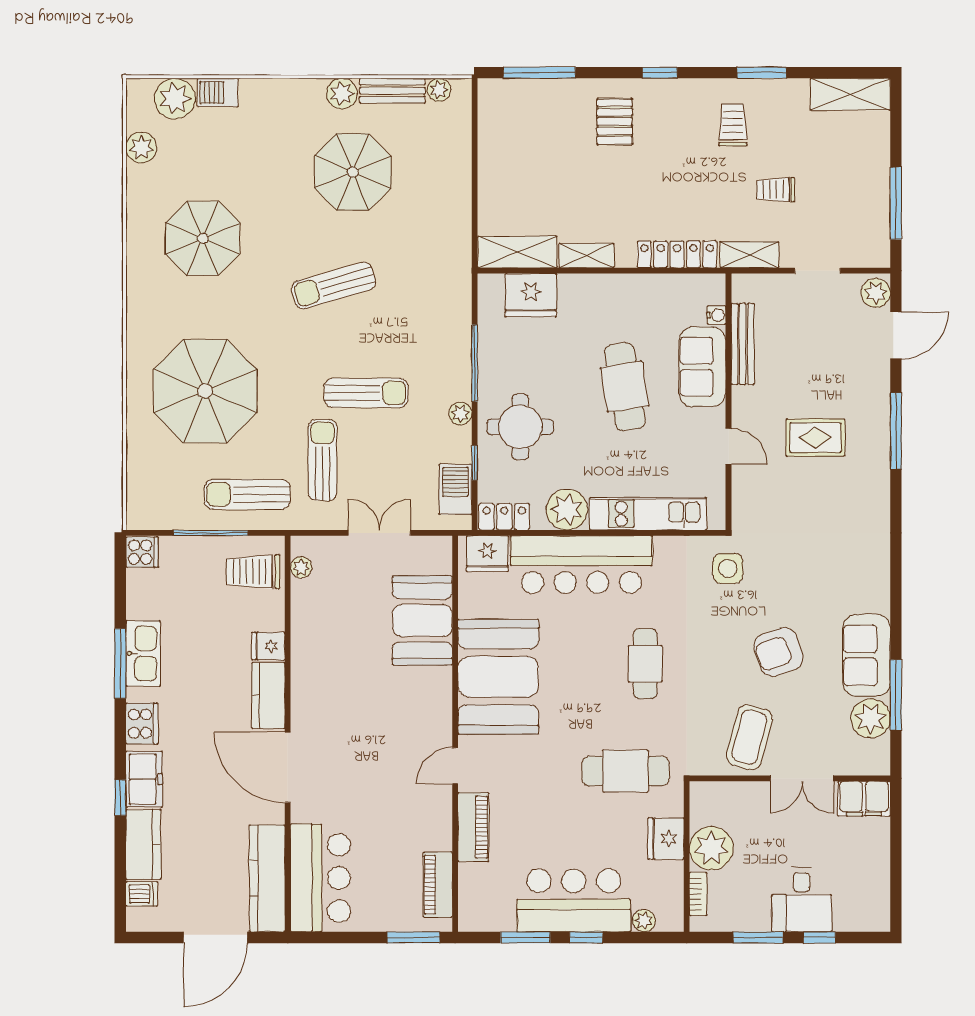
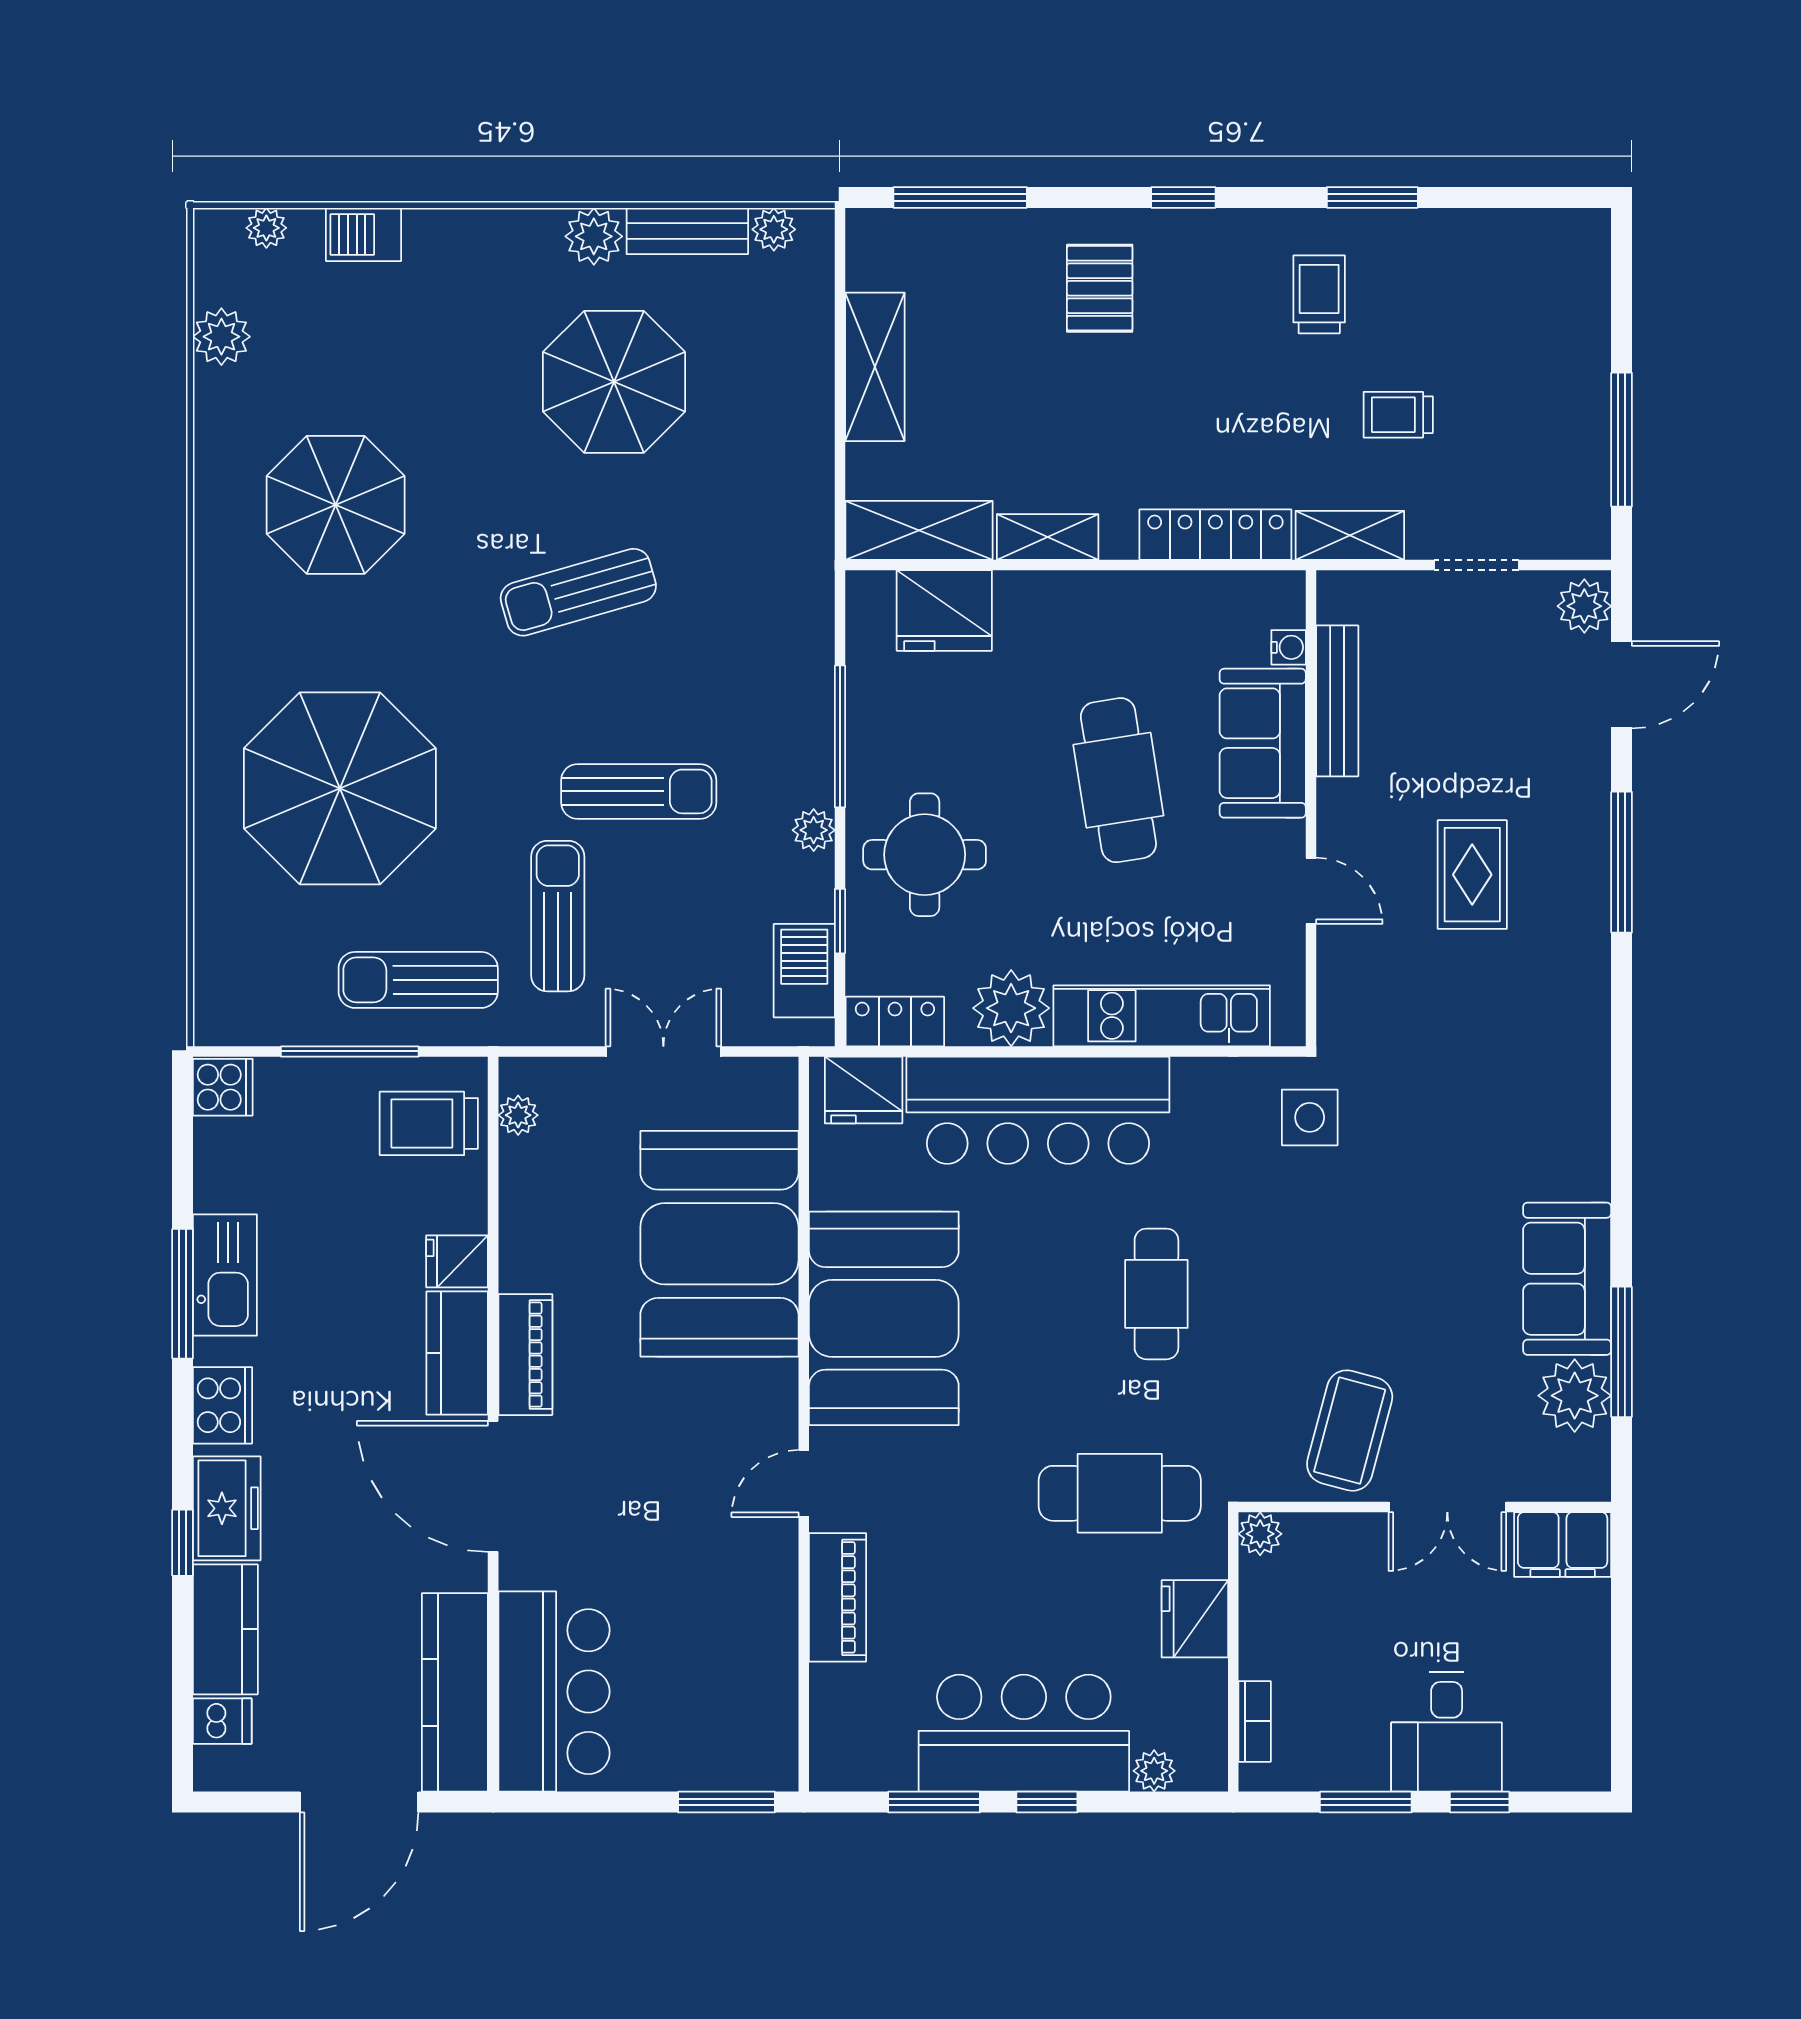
shelving: (850, 94) -> (875, 367), moved, turned 90
plant: (175, 99) -> (266, 228), width x0.53, depth x0.53
rug: (815, 438) -> (1472, 875), turned 90
booth: (422, 620) -> (719, 1244), width x1.36, depth x1.42
armchair: (779, 652) -> (1404, 1272), removed
plant: (711, 848) -> (1260, 1534), moved, width x0.53, depth x0.53
piano: (438, 885) -> (525, 1355), moved, turned 180

